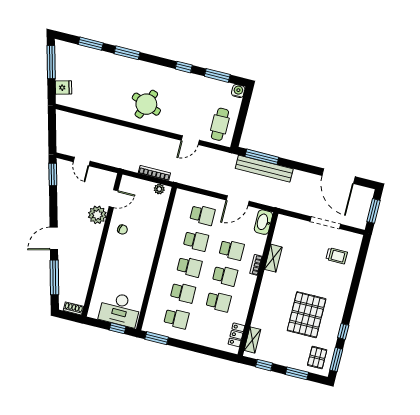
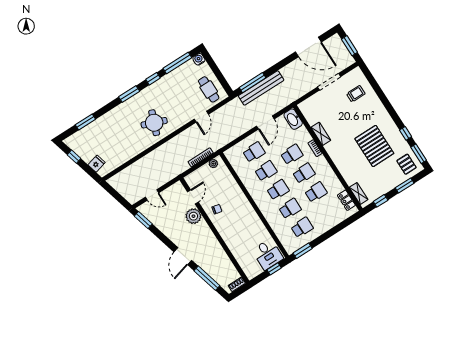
window: (127, 53) -> (129, 94), moved
window: (51, 62) -> (74, 157), width x0.46
window: (217, 75) -> (177, 63), width x1.44
desk: (120, 309) -> (268, 254), width x0.73

